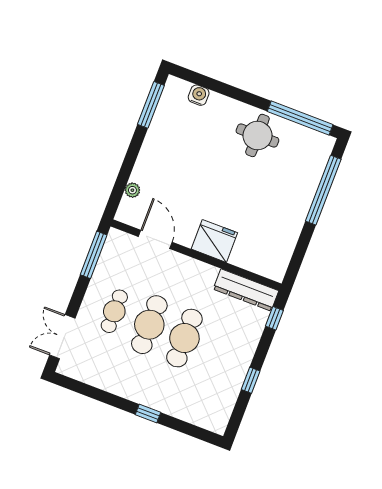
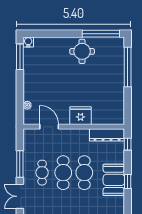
water cooler: (199, 95) -> (28, 42), moved
window: (94, 255) -> (20, 164), moved
booth: (229, 369) -> (114, 180), added

